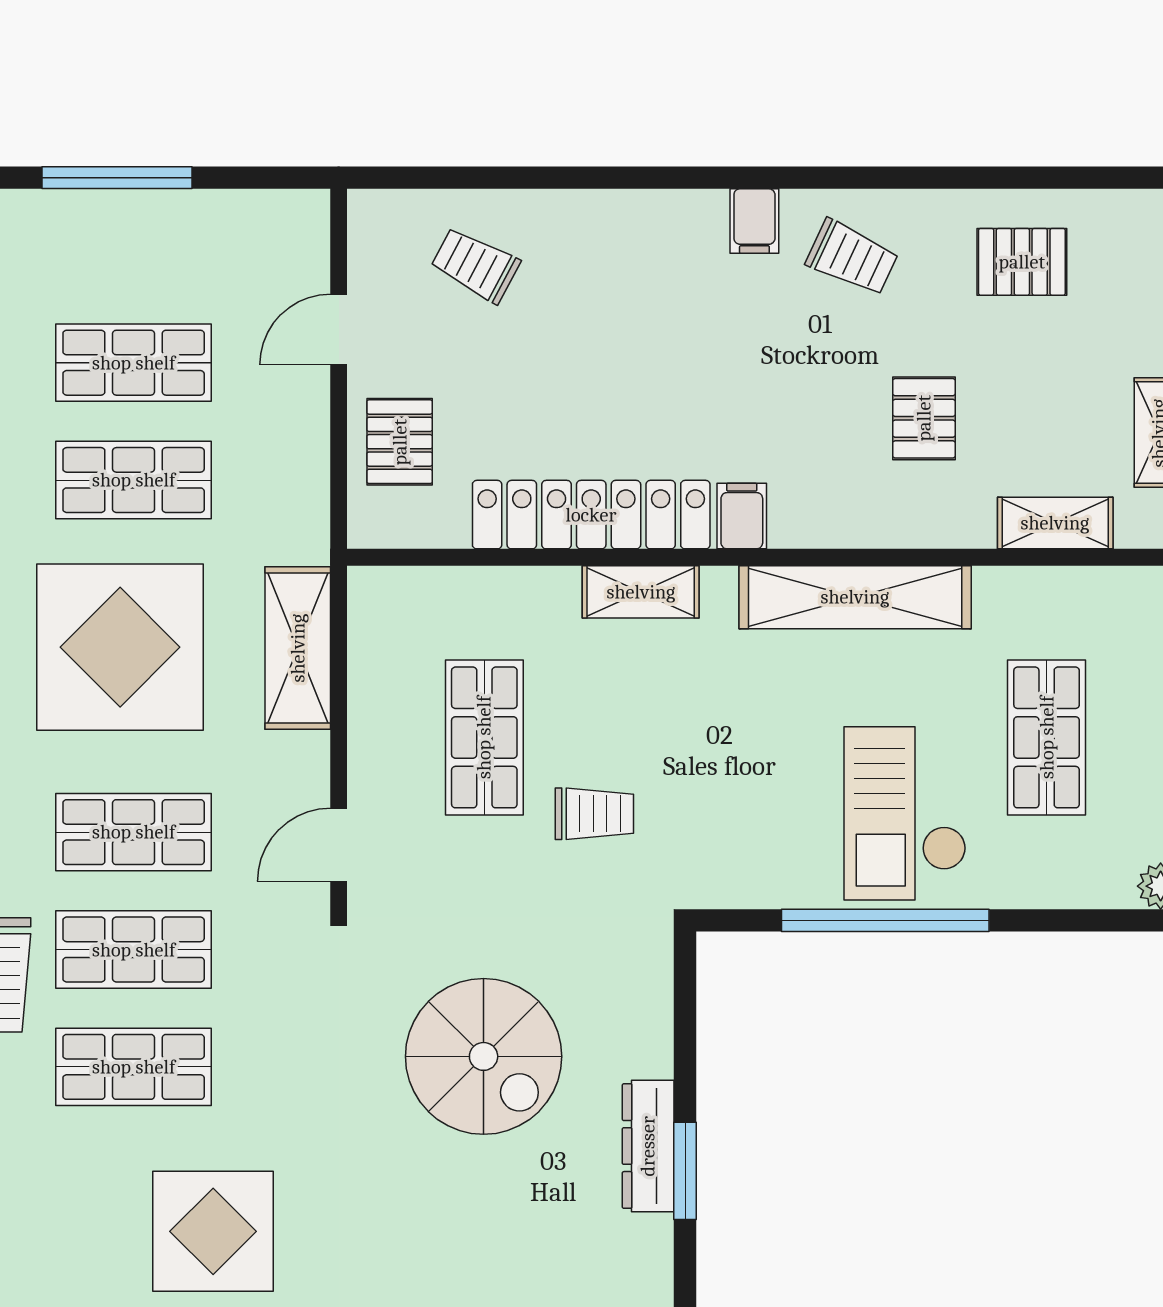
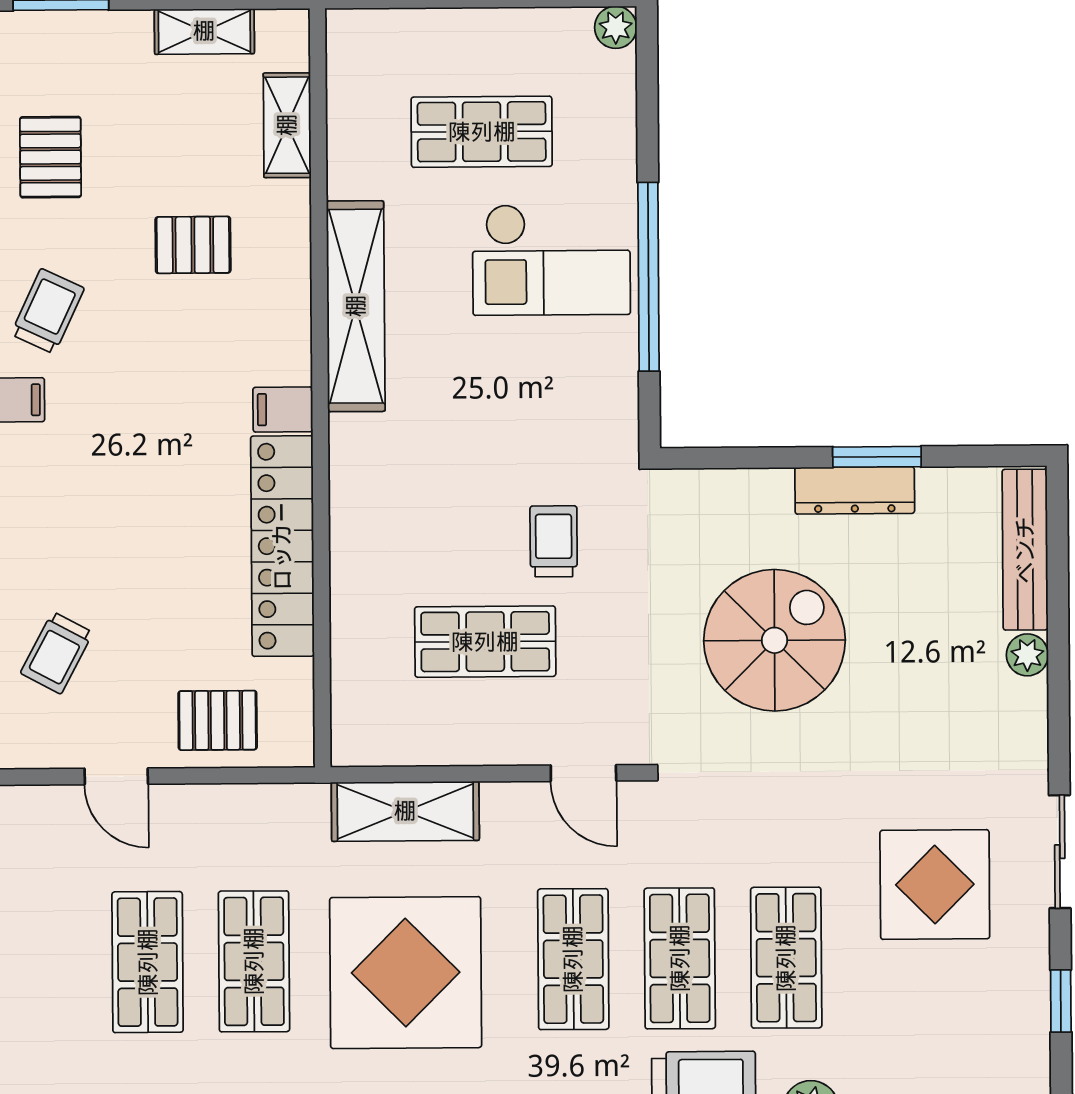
shelving: (641, 592) -> (352, 501), removed

